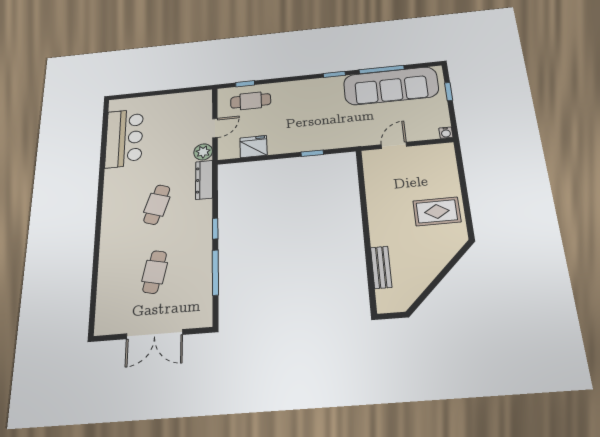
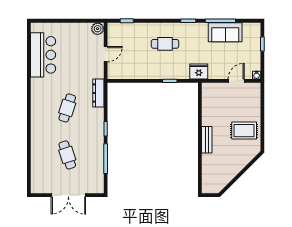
sofa: (391, 86) -> (225, 32), width x0.54, depth x0.79
cafe table: (251, 101) -> (165, 44), moved
door: (394, 145) -> (236, 81), moved
fridge: (253, 147) -> (199, 71), moved
plant: (203, 152) -> (98, 29), moved
bench: (381, 267) -> (207, 140), moved
cafe table: (155, 272) -> (67, 155), turned -30

